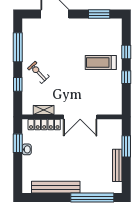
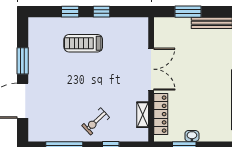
window: (99, 14) -> (23, 61), moved
treadmill: (101, 62) -> (83, 43), turned 90

